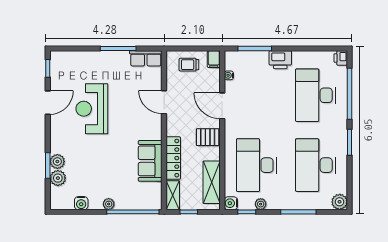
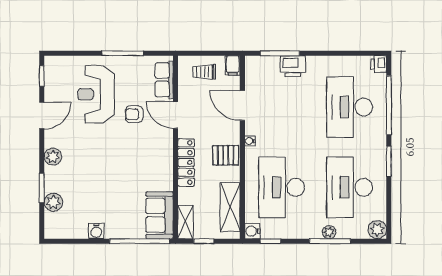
row of seats: (146, 58) -> (164, 80), moved, turned 90
printer: (280, 60) -> (293, 66), moved
water cooler: (229, 75) -> (250, 141), moved
armchair: (128, 101) -> (134, 114), added
door: (222, 106) -> (242, 105), moved
reception desk: (92, 109) -> (96, 94), moved
locker: (173, 158) -> (186, 162), moved
sofa: (150, 161) -> (160, 215), moved
plant: (57, 162) -> (53, 157), moved
water cooler: (81, 203) -> (96, 231), moved
plant: (109, 204) -> (112, 232), removed
plant: (261, 204) -> (329, 232), moved

